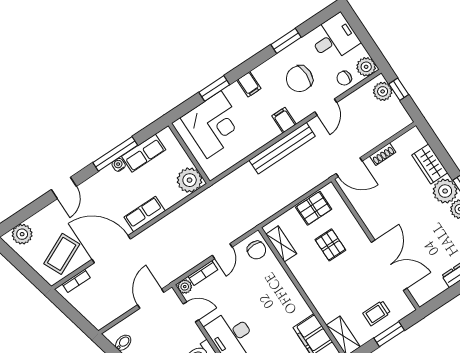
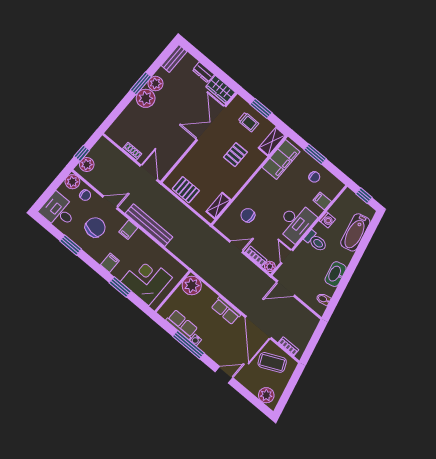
chair: (299, 79) -> (95, 227), turned -83
wardrobe: (430, 164) -> (221, 89), moved, turned 90
pallet: (330, 245) -> (235, 155), moved
chair: (256, 250) -> (248, 215), moved, turned -90

